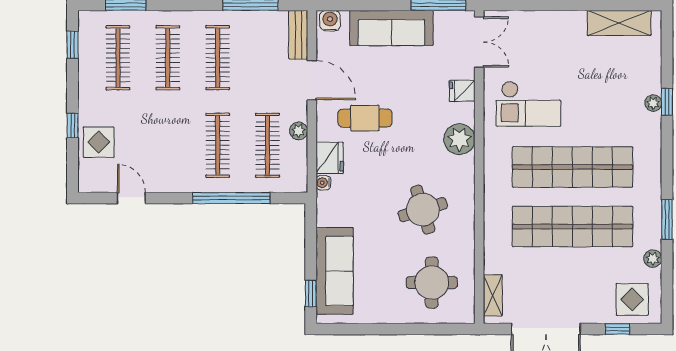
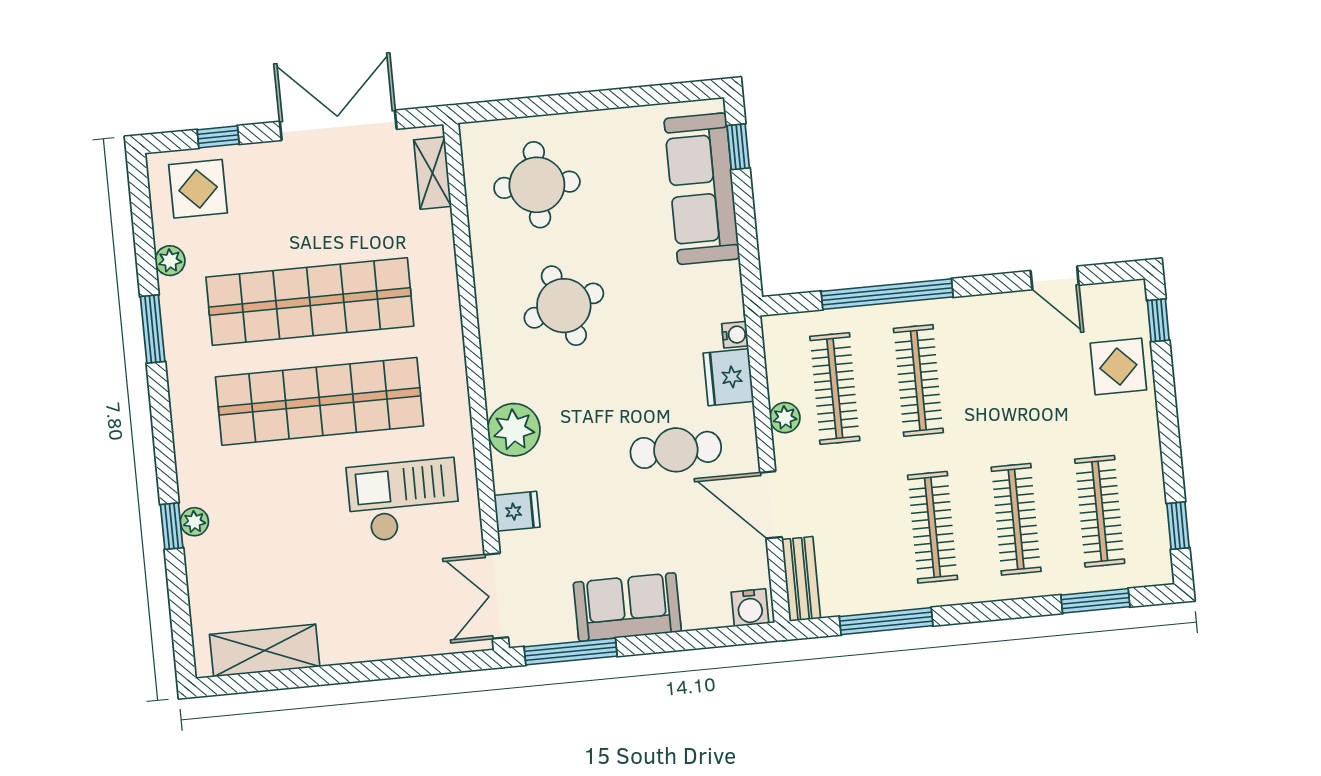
sofa: (391, 28) -> (627, 607), width x0.73
window: (73, 126) -> (1158, 320), moved

